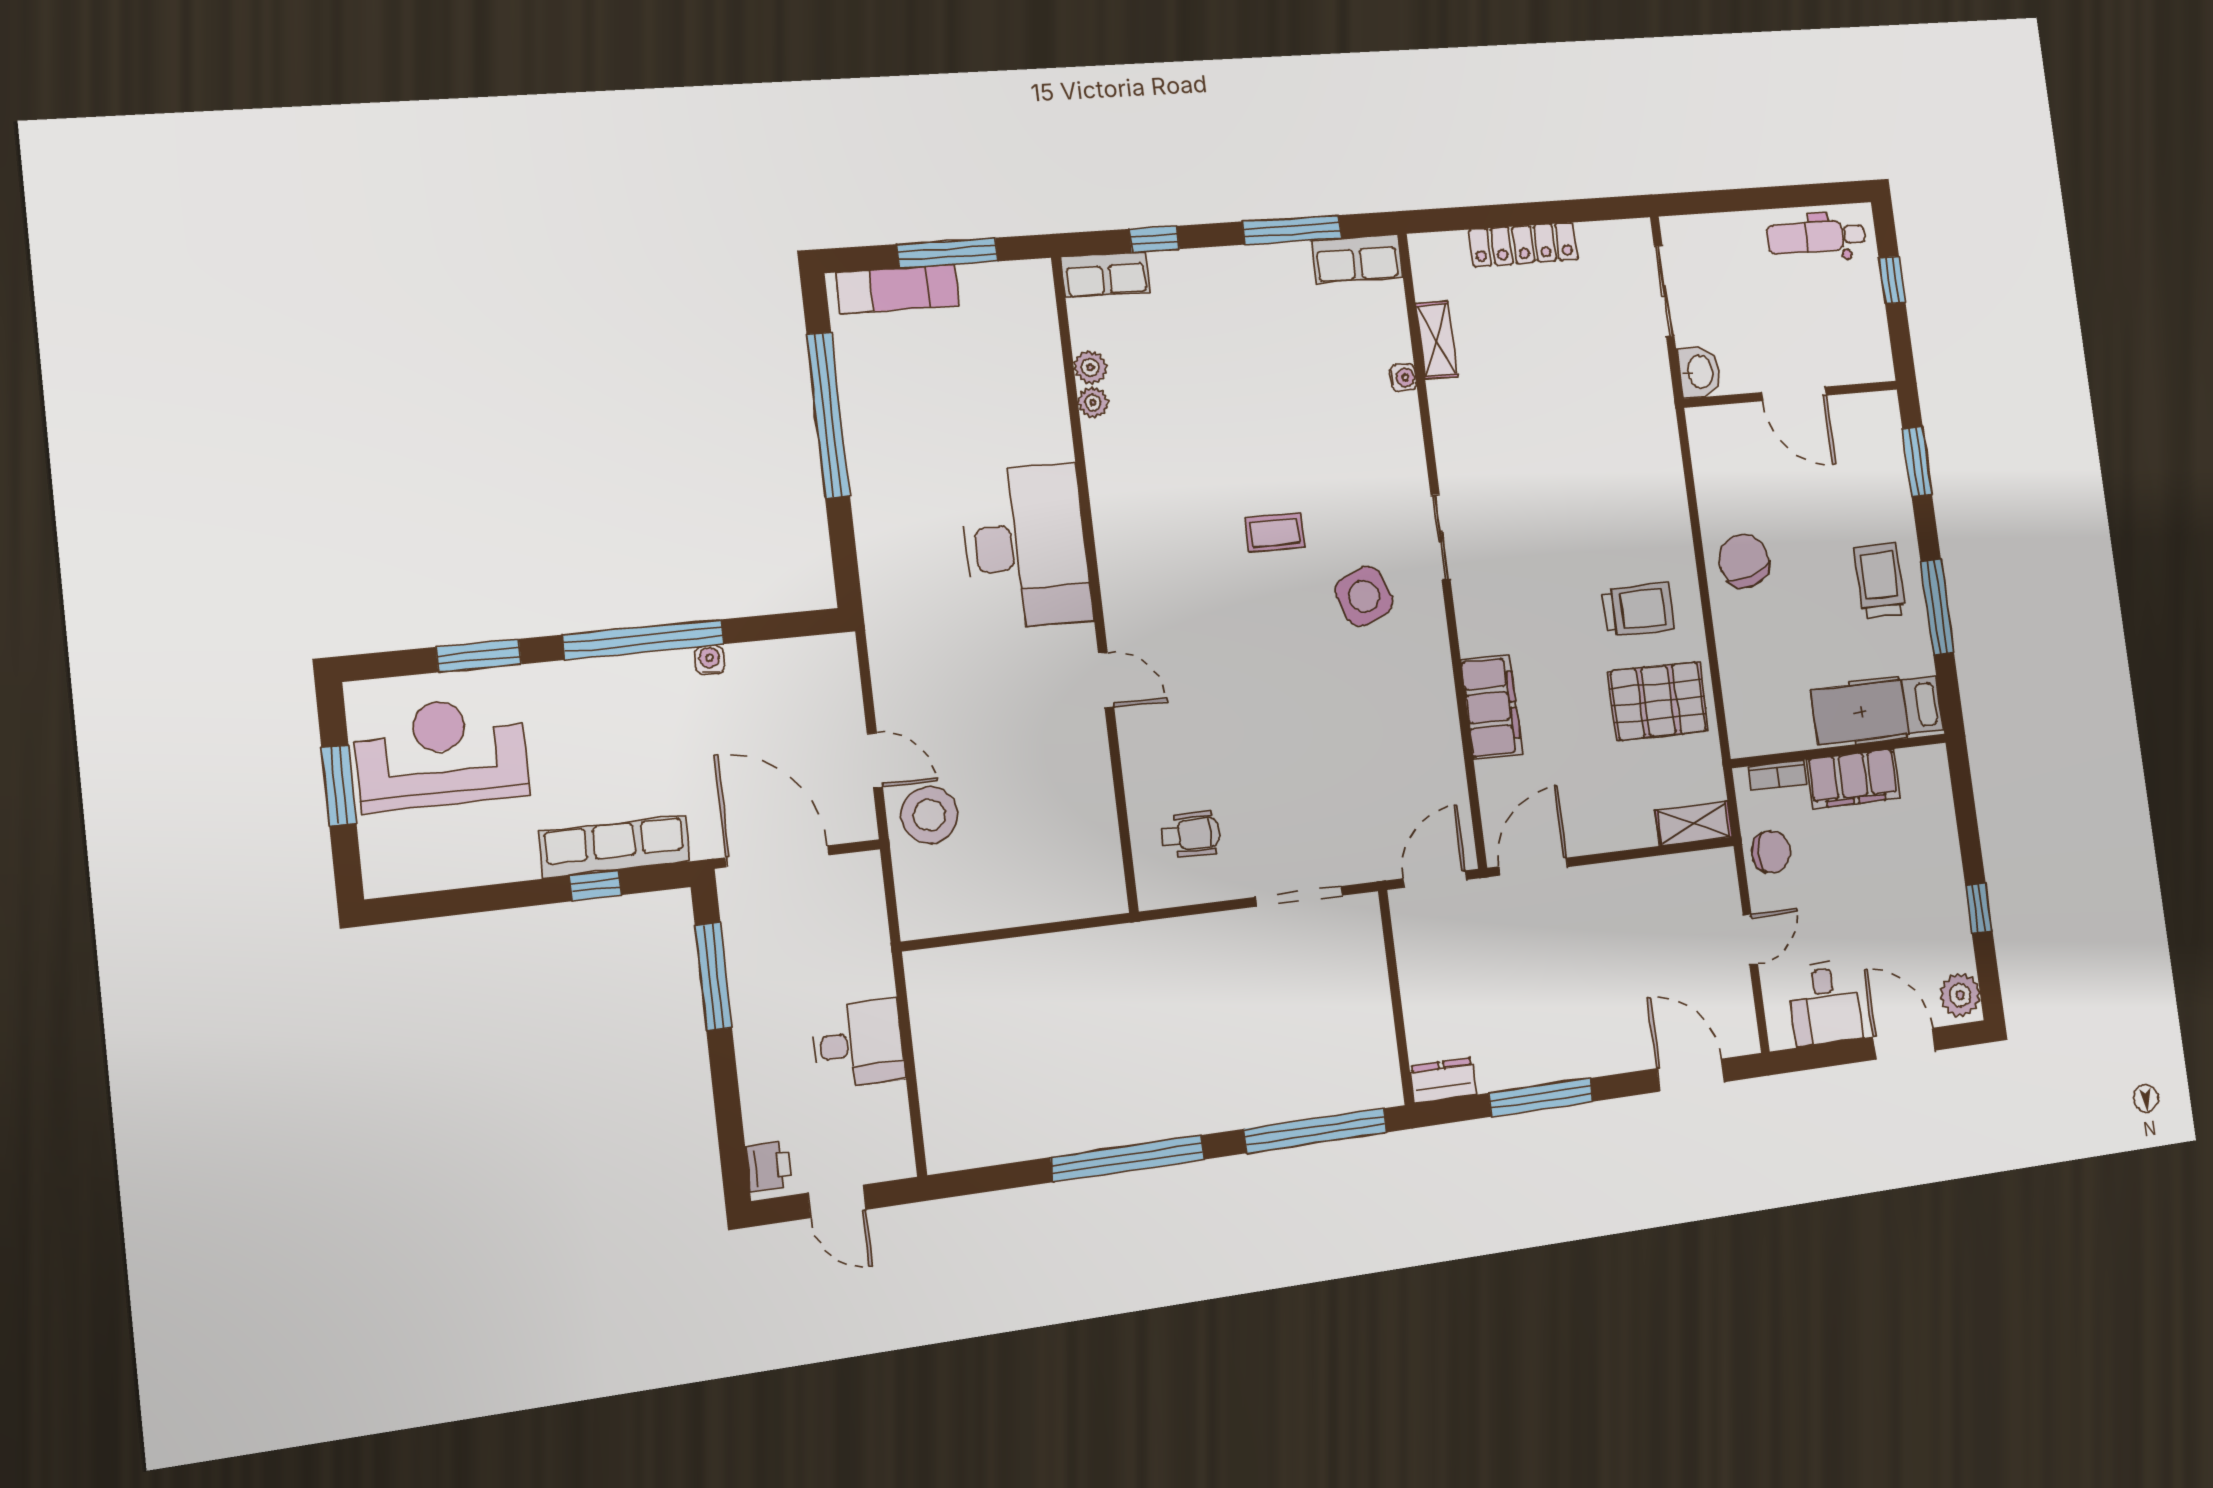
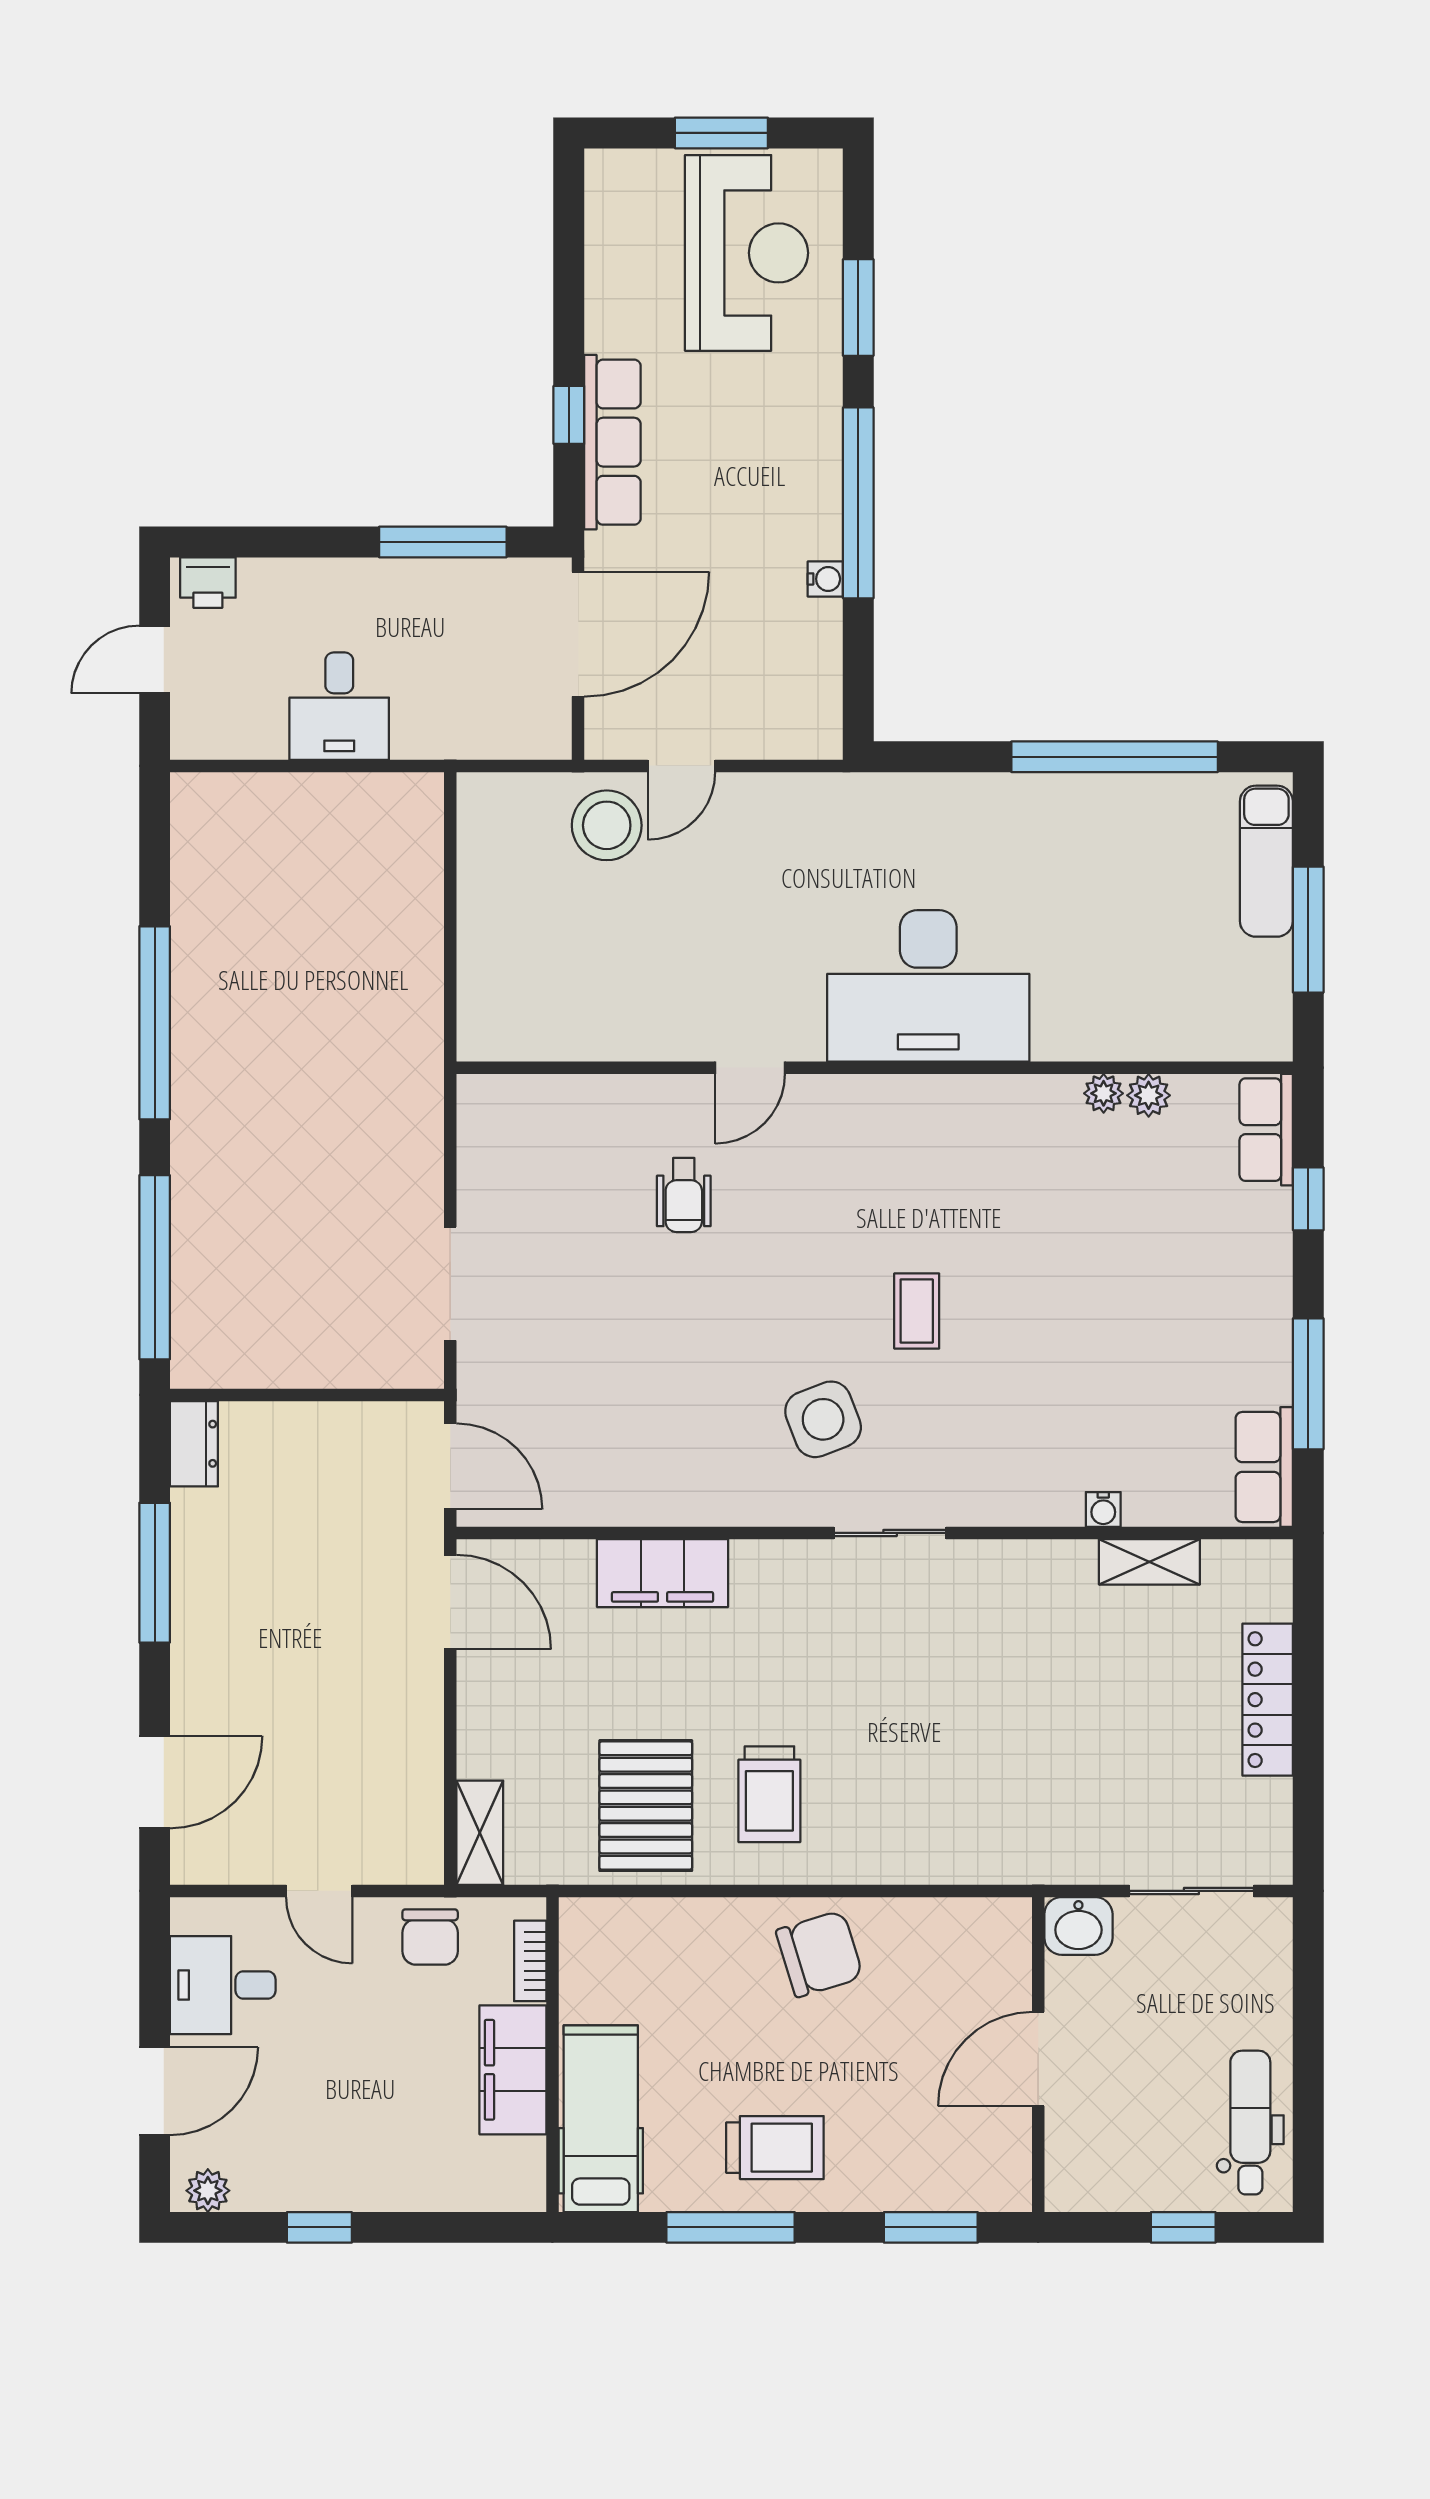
wheelchair: (1190, 834) -> (684, 1195), moved
plant: (1960, 995) -> (208, 2191), width x0.73, depth x0.73

